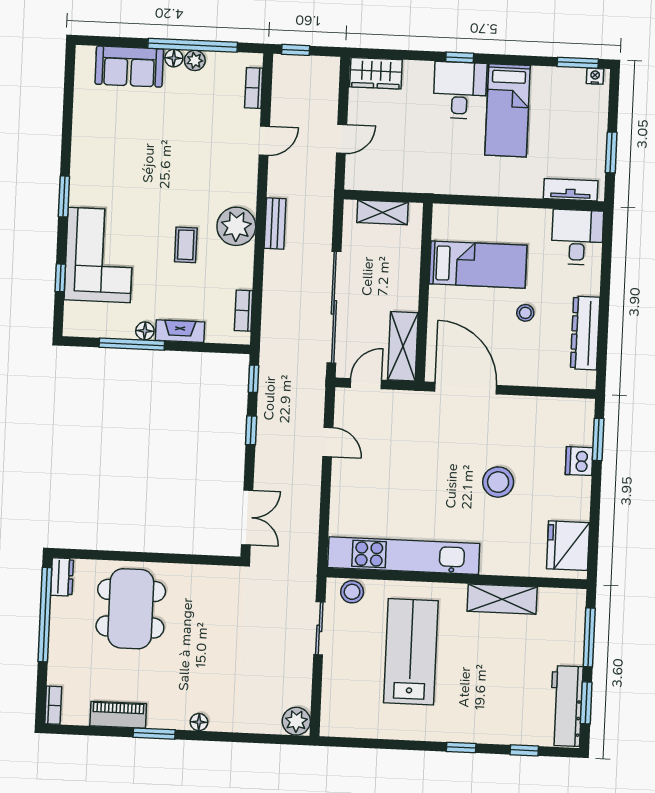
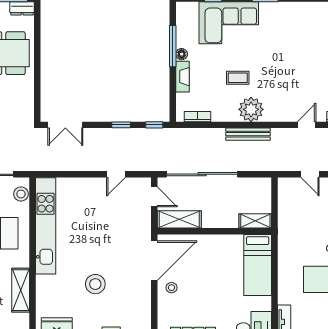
door: (264, 141) -> (307, 125), swing flipped
shelving: (383, 212) -> (255, 221), moved, turned 90
bench: (275, 224) -> (248, 134), width x1.36
bed: (478, 265) -> (258, 265), moved
stool: (525, 313) -> (171, 288), moved

